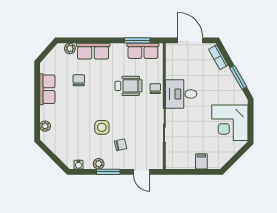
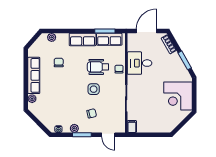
door: (190, 40) -> (147, 31), hinge flipped
row of seats: (93, 51) -> (83, 40), moved
wheelchair: (129, 86) -> (98, 67), turned 180
row of seats: (47, 89) -> (34, 75), width x1.48
desk: (181, 94) -> (140, 63), moved
side table: (102, 127) -> (94, 89), moved
filing cabinet: (201, 161) -> (132, 127), moved

